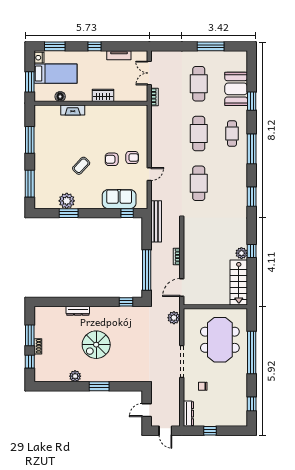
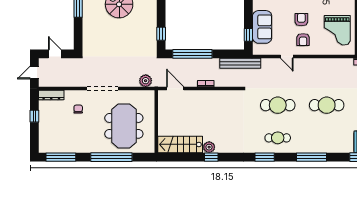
grand piano: (122, 123) -> (337, 30), added
cafe table: (232, 134) -> (278, 138), moved
meeting table: (220, 340) -> (124, 126), turned 90
window: (252, 404) -> (61, 157), width x2.17

